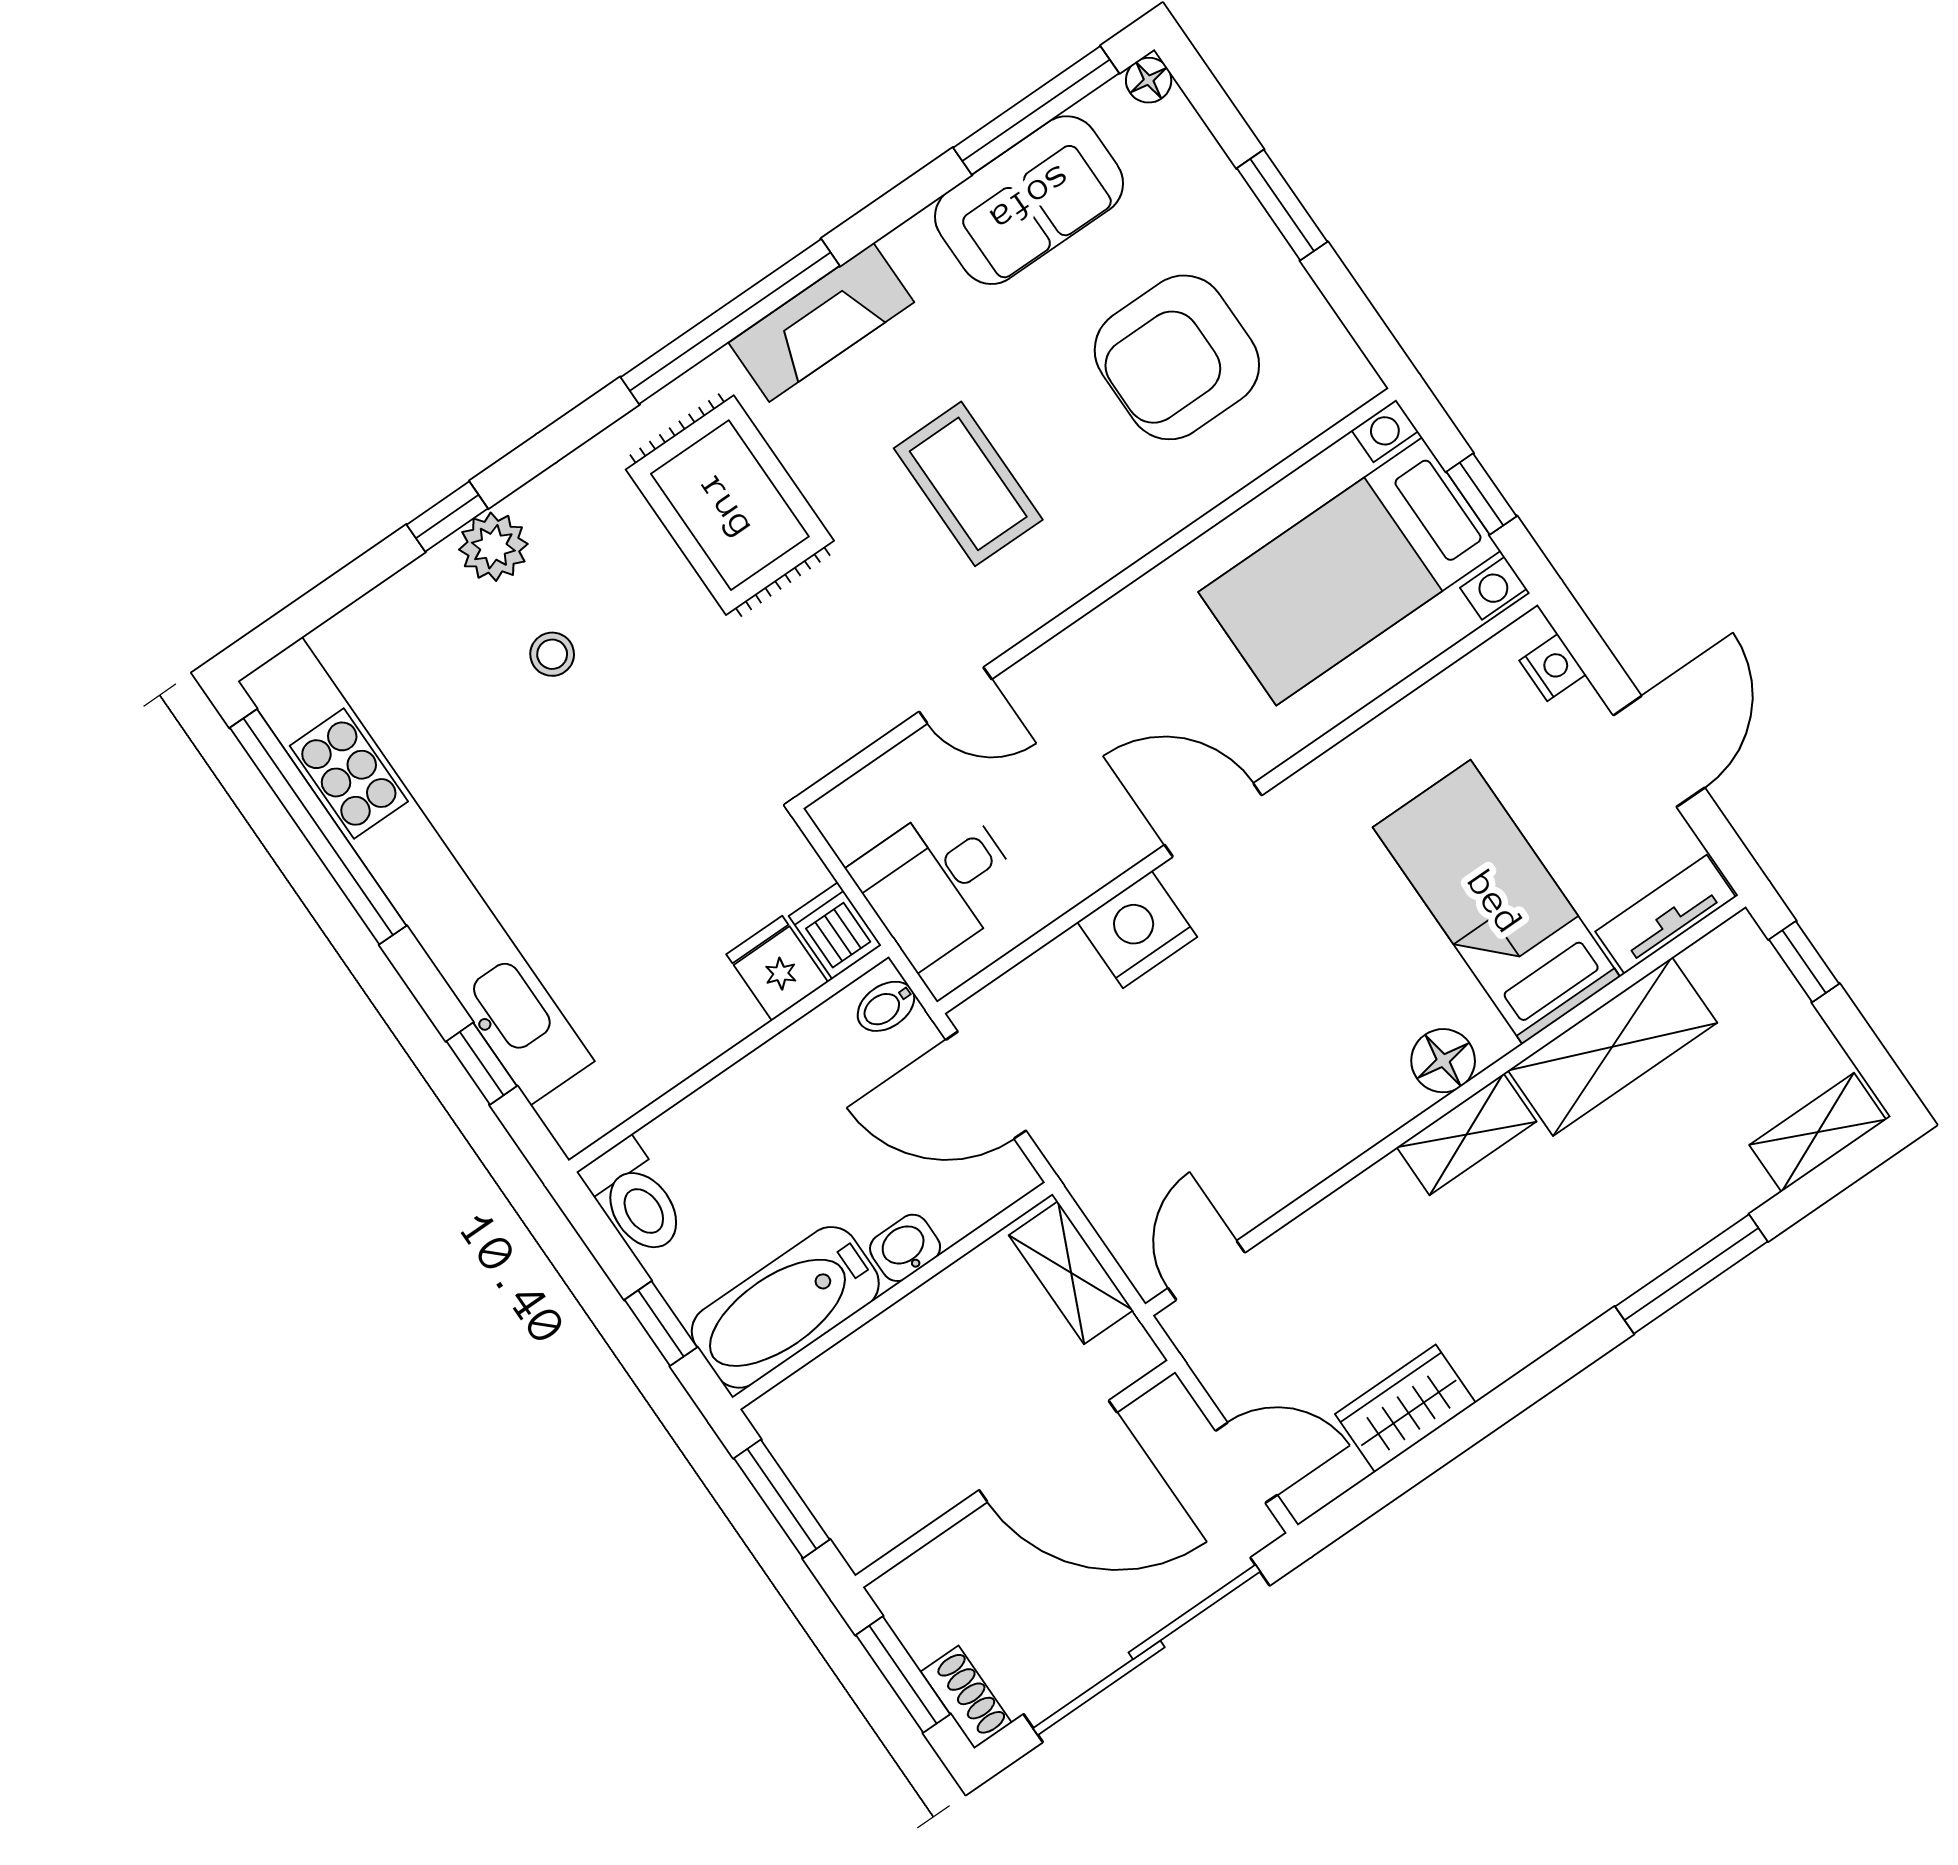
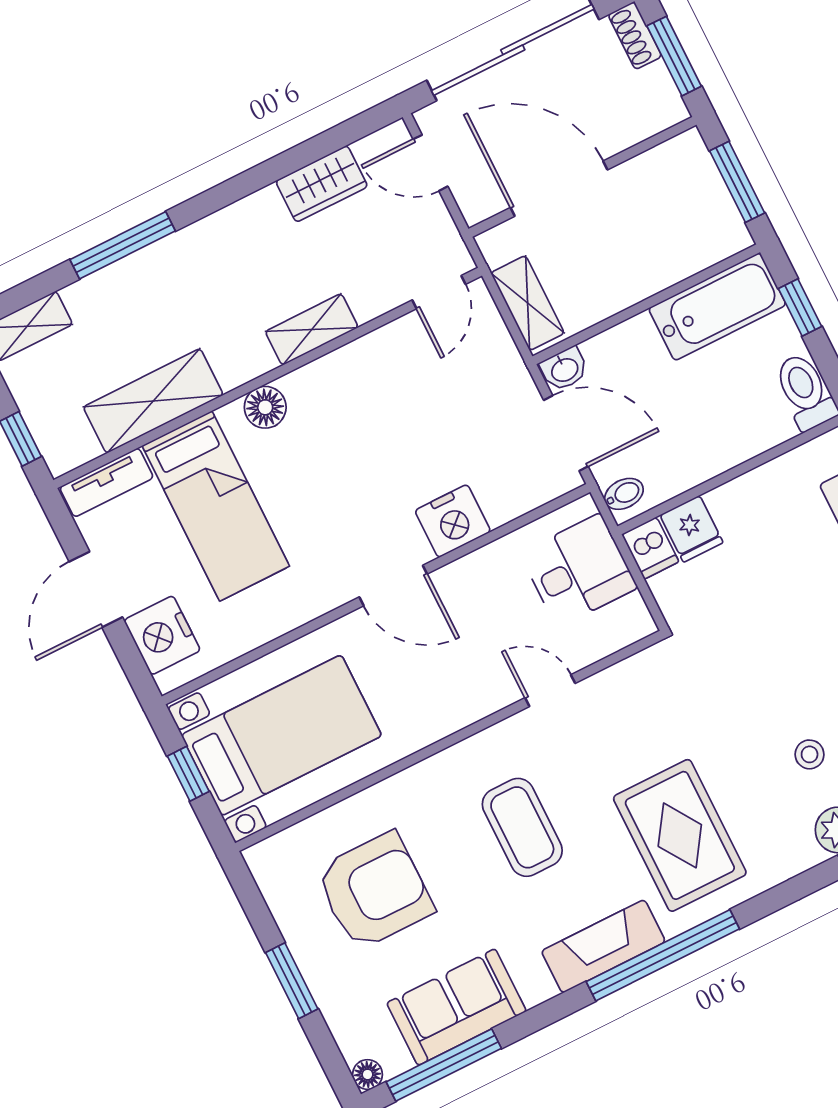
nightstand: (1553, 668) -> (162, 635), width x1.89, depth x1.79
shelving: (1467, 1134) -> (312, 329), moved
washbasin: (905, 1248) -> (564, 369), moved

